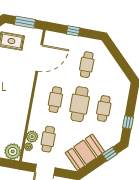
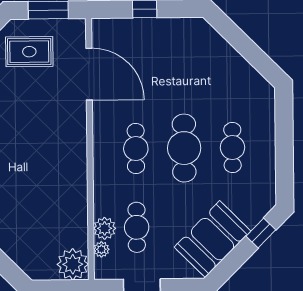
door: (39, 58) -> (89, 74), hinge flipped
cafe table: (87, 65) -> (183, 69), removed
window: (128, 122) -> (285, 165), removed

